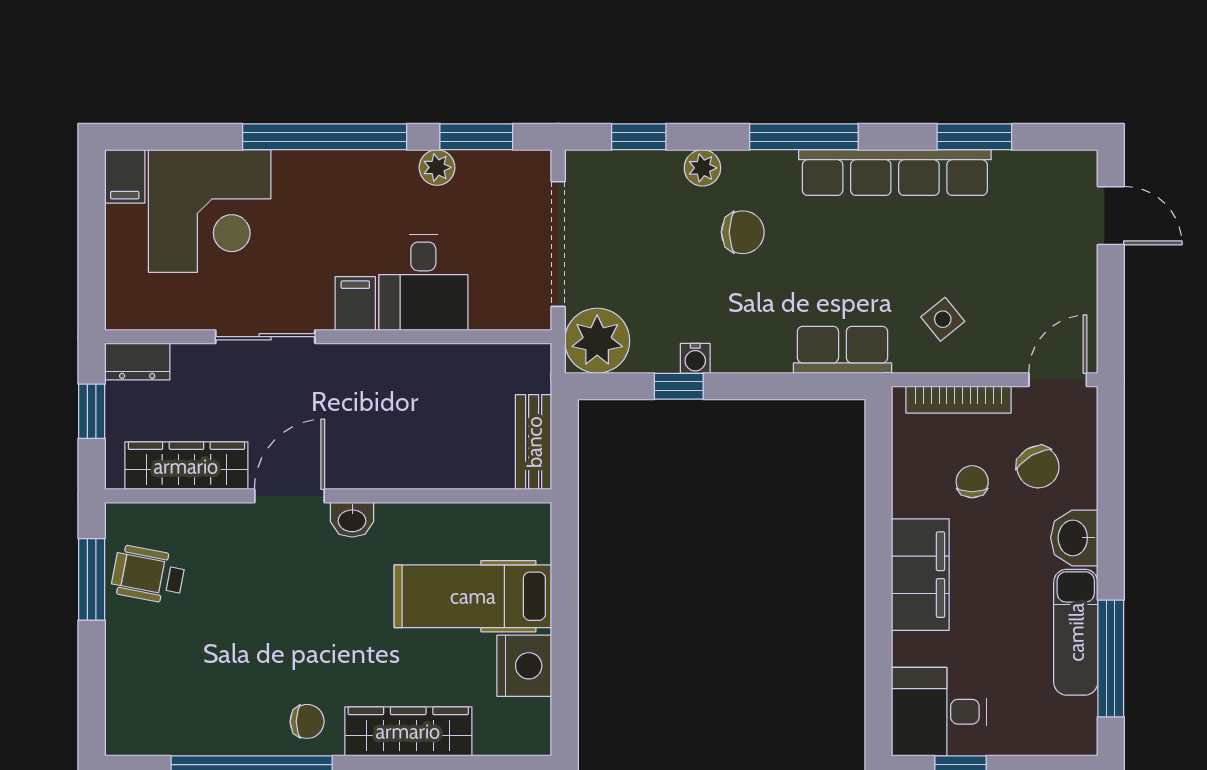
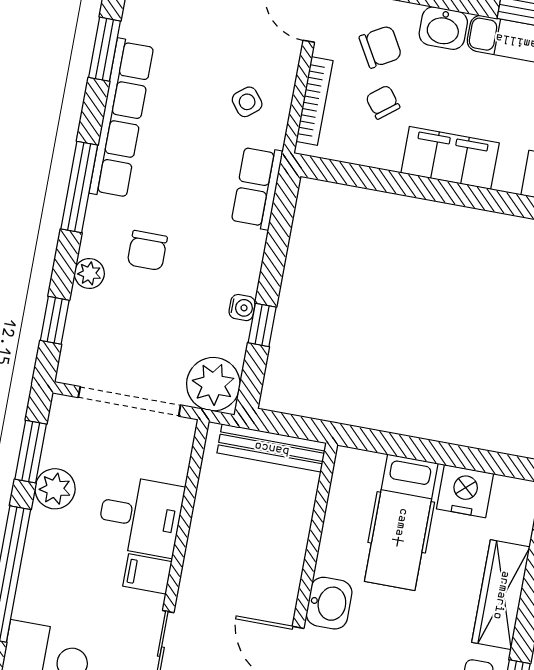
plant: (437, 167) -> (55, 489), width x1.38, depth x1.38
chair: (743, 232) -> (147, 250), turned 180
bench: (534, 442) -> (272, 448), width x1.36
chair: (972, 482) -> (383, 102), turned 52
washbasin: (352, 520) -> (329, 603), width x1.38, depth x1.45

